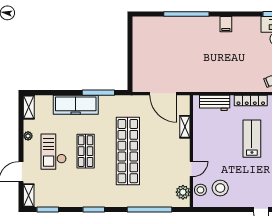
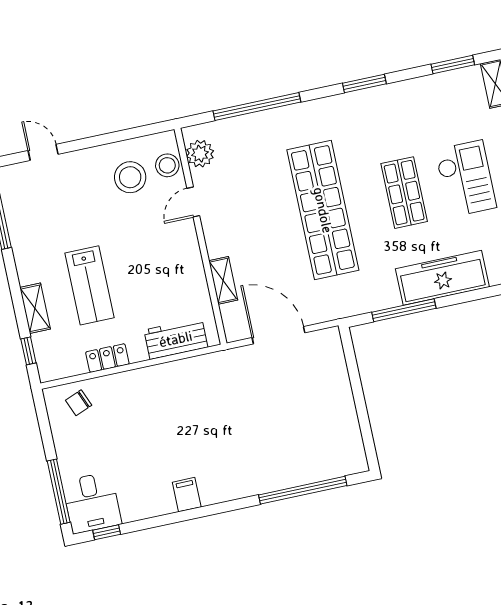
window: (186, 14) -> (303, 490), moved
locker: (251, 100) -> (107, 358), width x0.66

